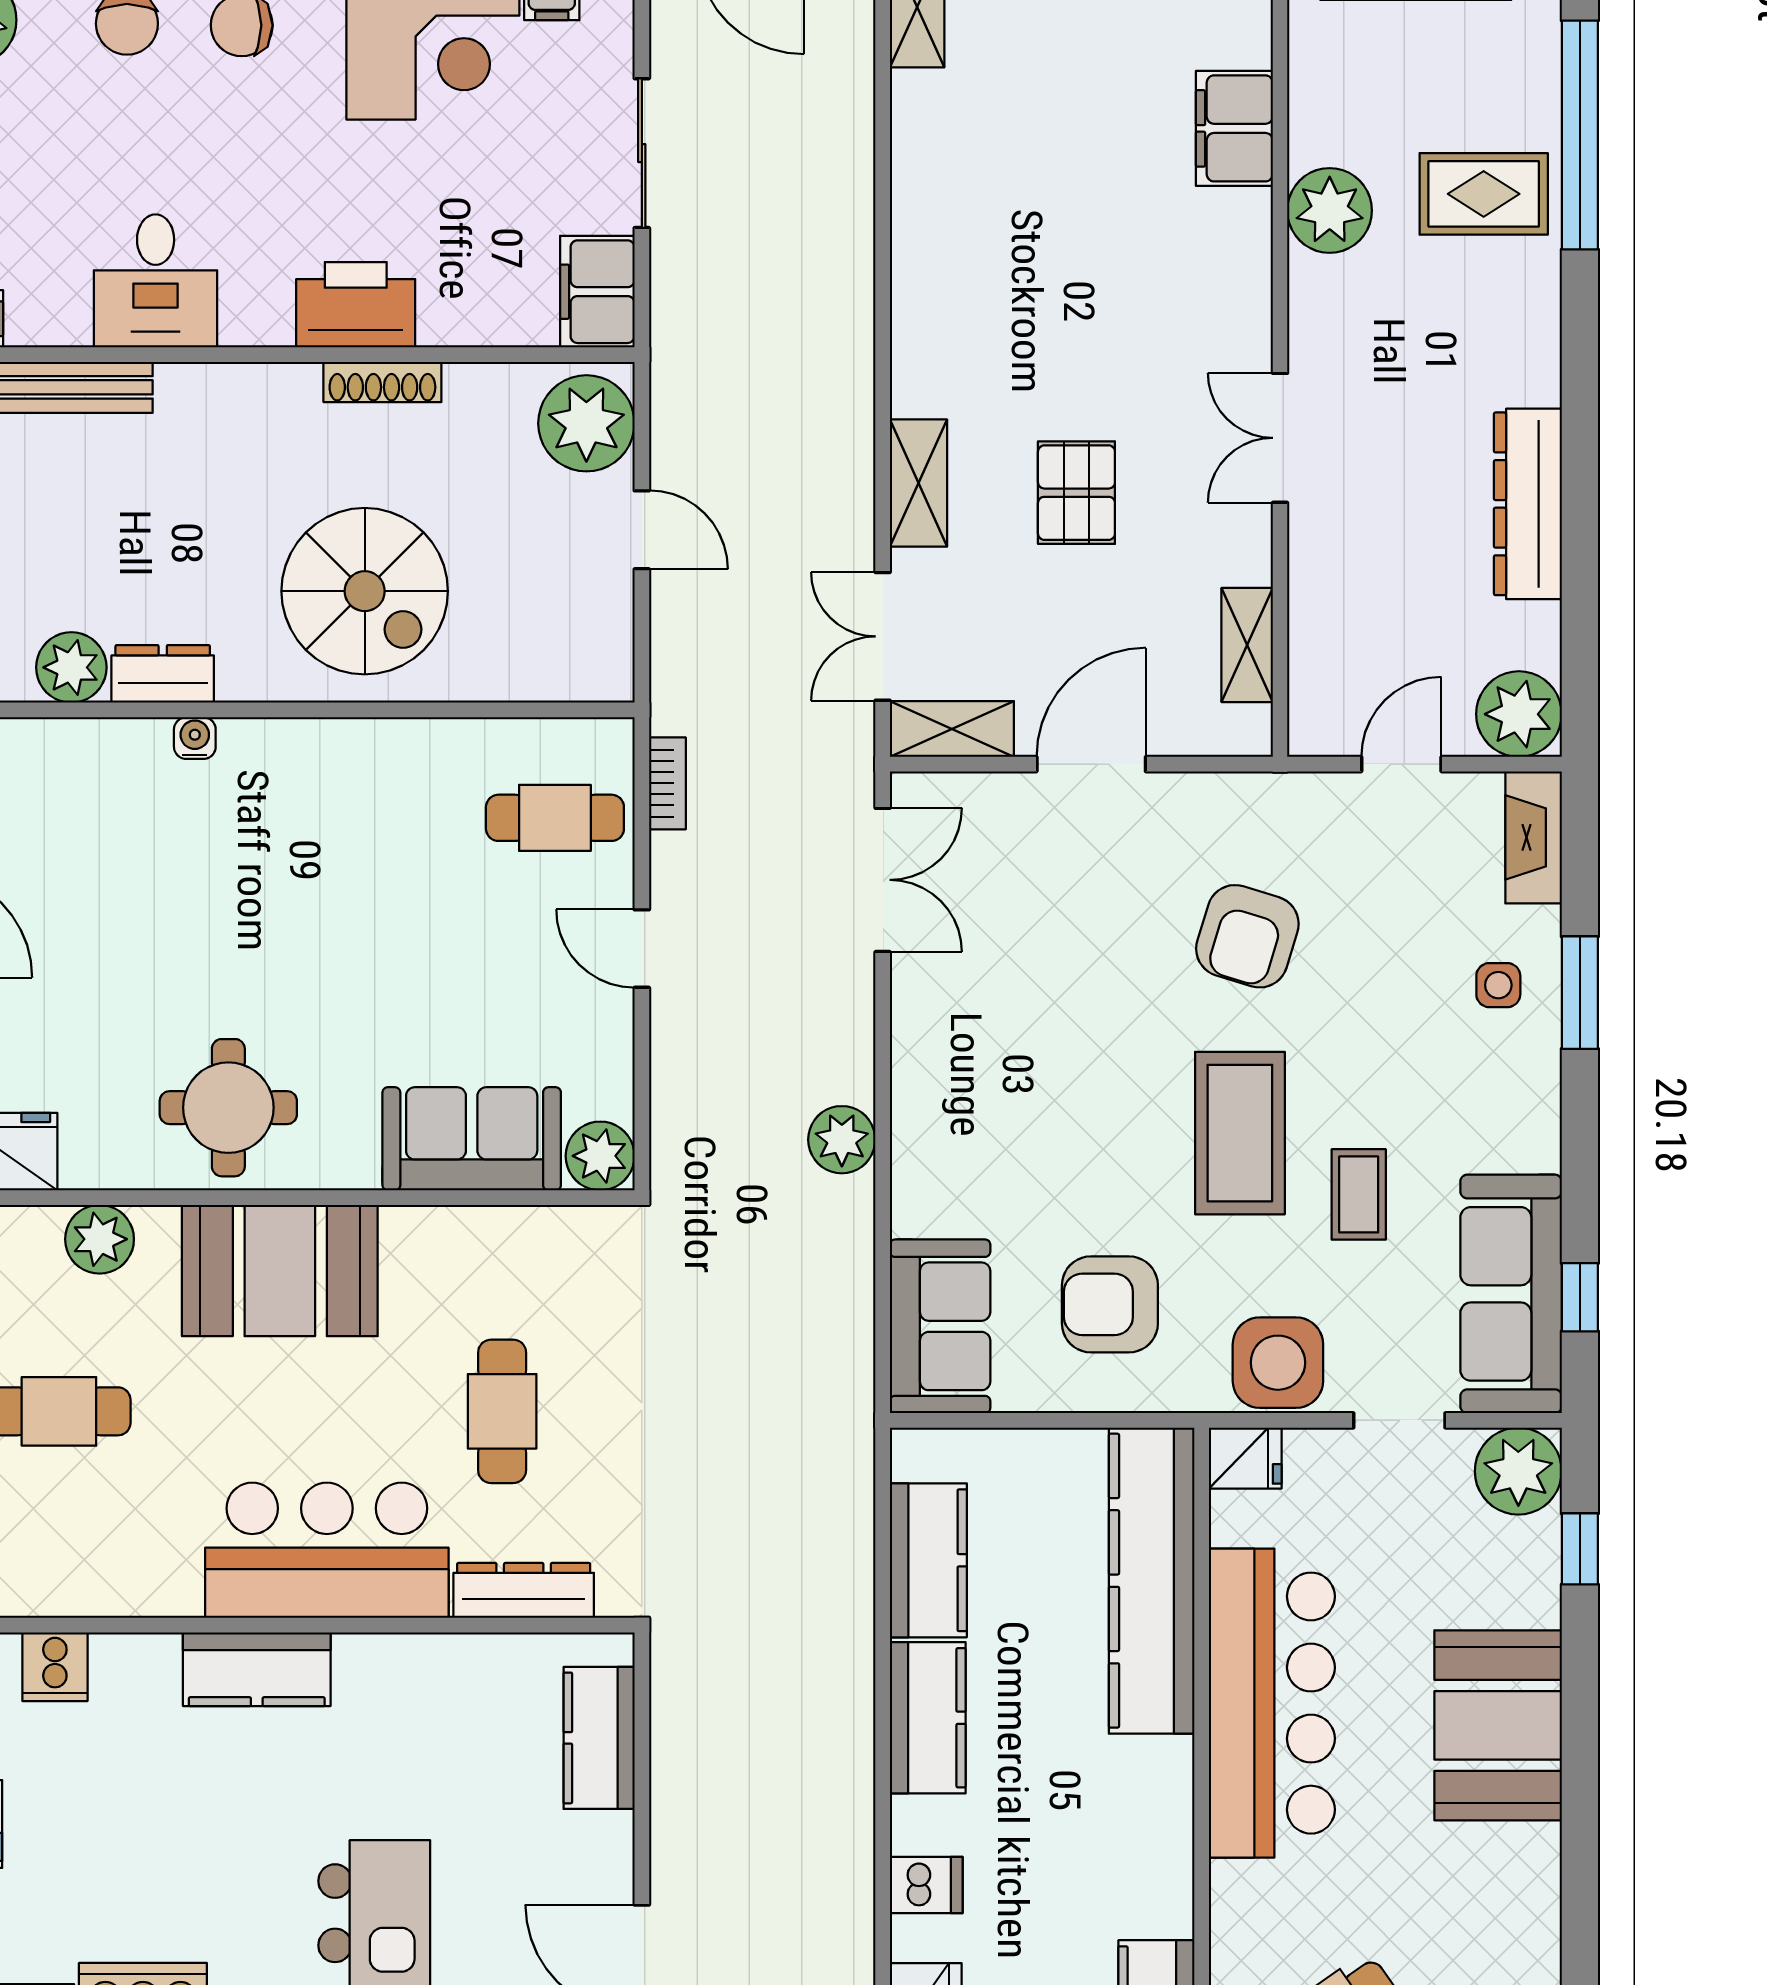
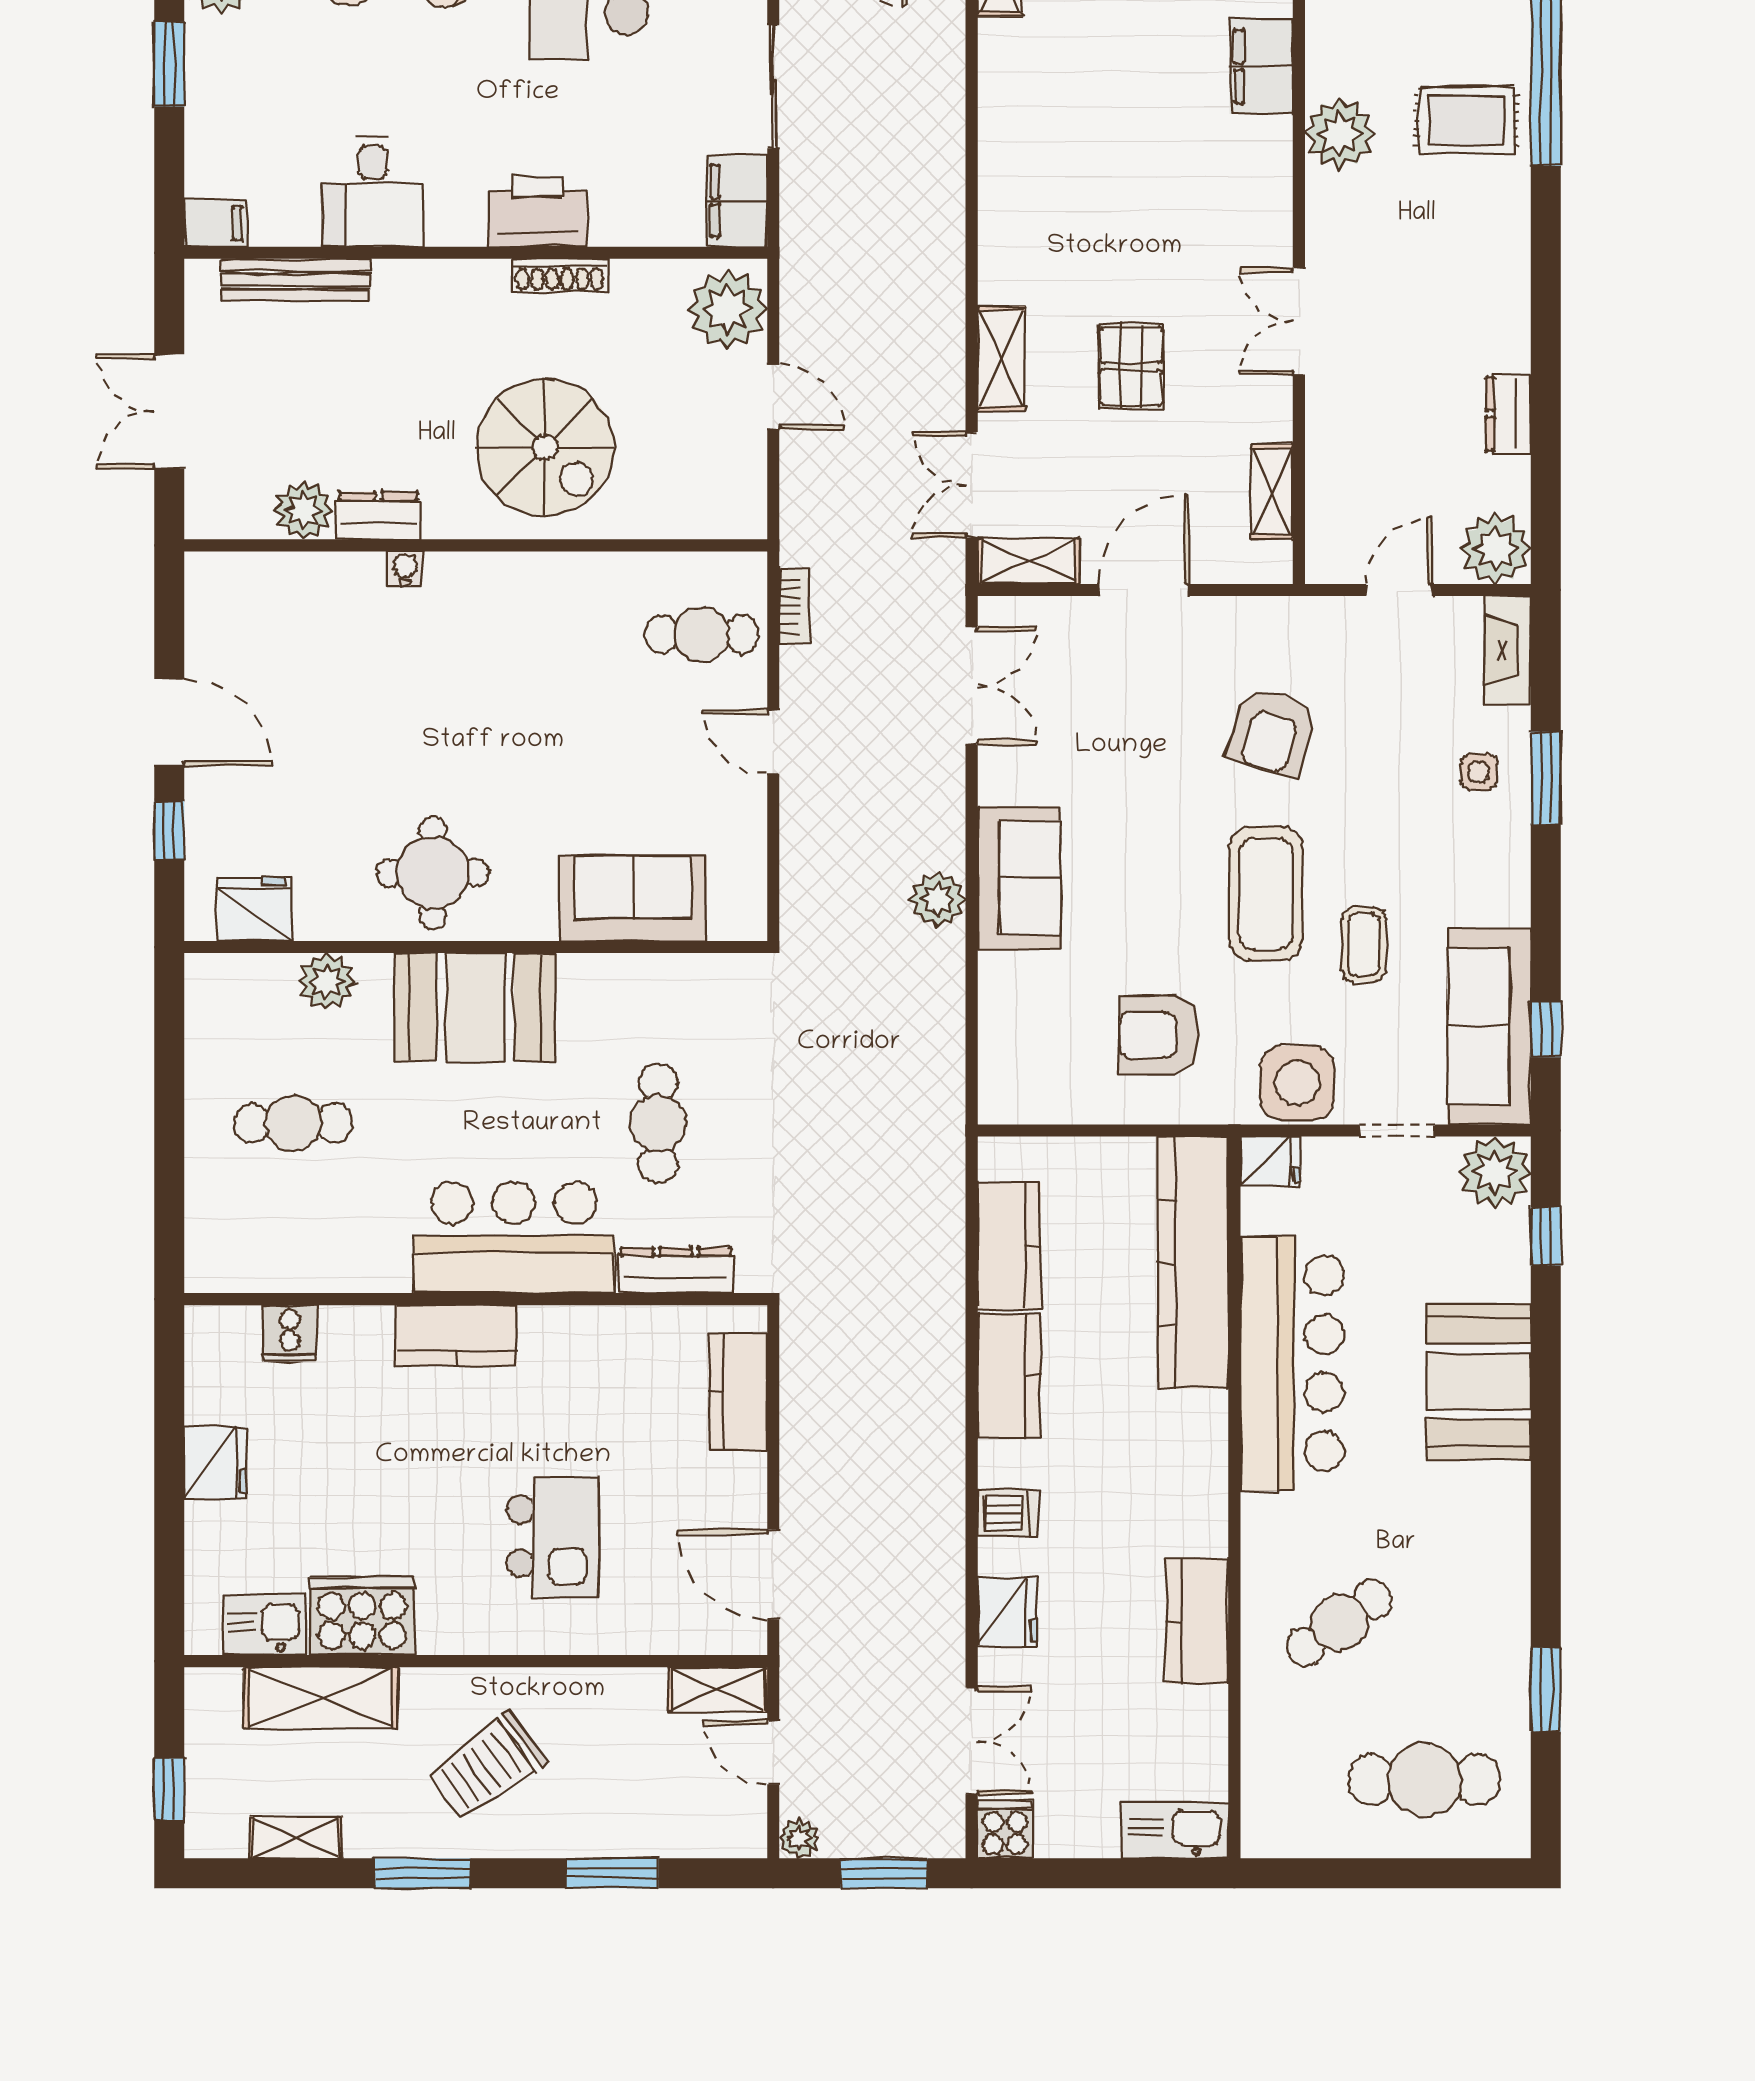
dresser: (1528, 504) -> (1508, 414), width x0.51, depth x0.80
plant: (600, 1156) -> (739, 913), removed
sofa: (940, 1326) -> (1019, 878), moved

